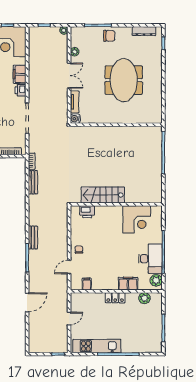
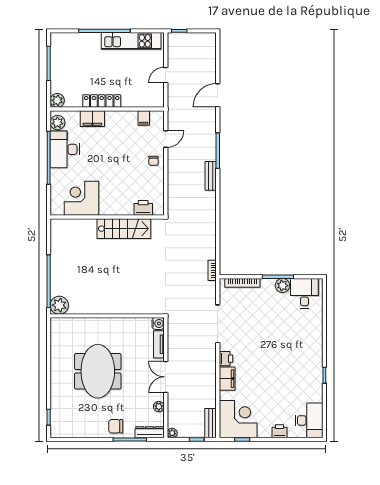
dresser: (144, 31) -> (150, 432), moved
plant: (155, 133) -> (59, 305), added
bench: (33, 182) -> (211, 423), moved
locker: (115, 298) -> (102, 101), width x1.53
plant: (144, 298) -> (57, 100), moved

